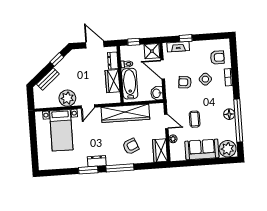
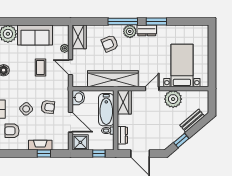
fireplace: (178, 47) -> (40, 145), moved
wardrobe: (113, 81) -> (124, 102), moved
plant: (113, 159) -> (130, 31), added

